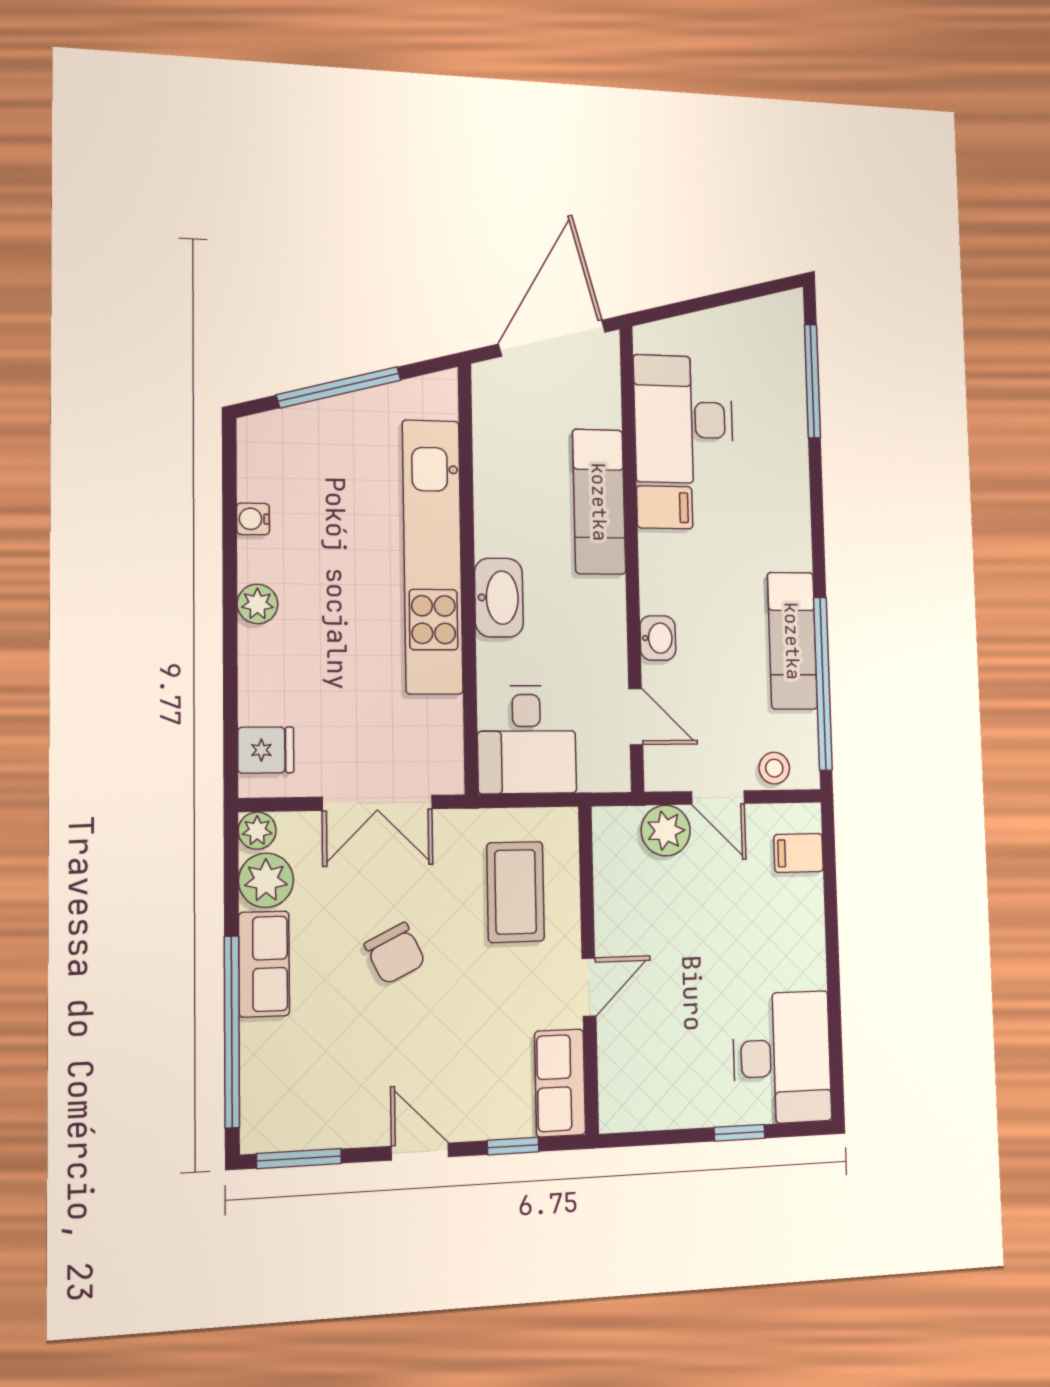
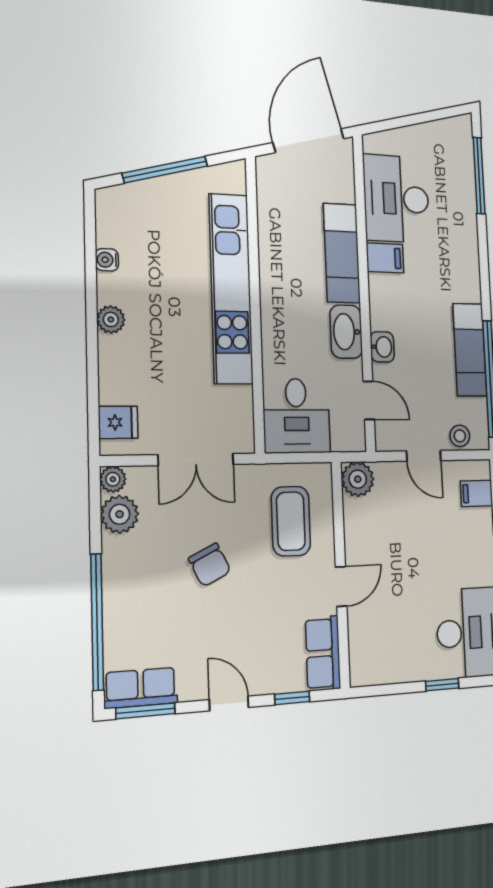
washbasin: (499, 598) -> (346, 332), moved, turned 180
plant: (666, 831) -> (358, 479), moved
row of seats: (264, 964) -> (141, 688), moved, turned -90

